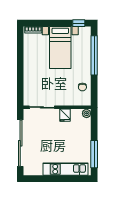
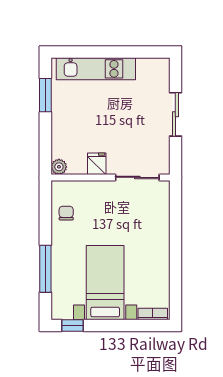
window: (94, 55) -> (45, 269), width x0.68
sliding door: (20, 143) -> (175, 114), width x0.54
window: (94, 154) -> (45, 95), width x0.69

